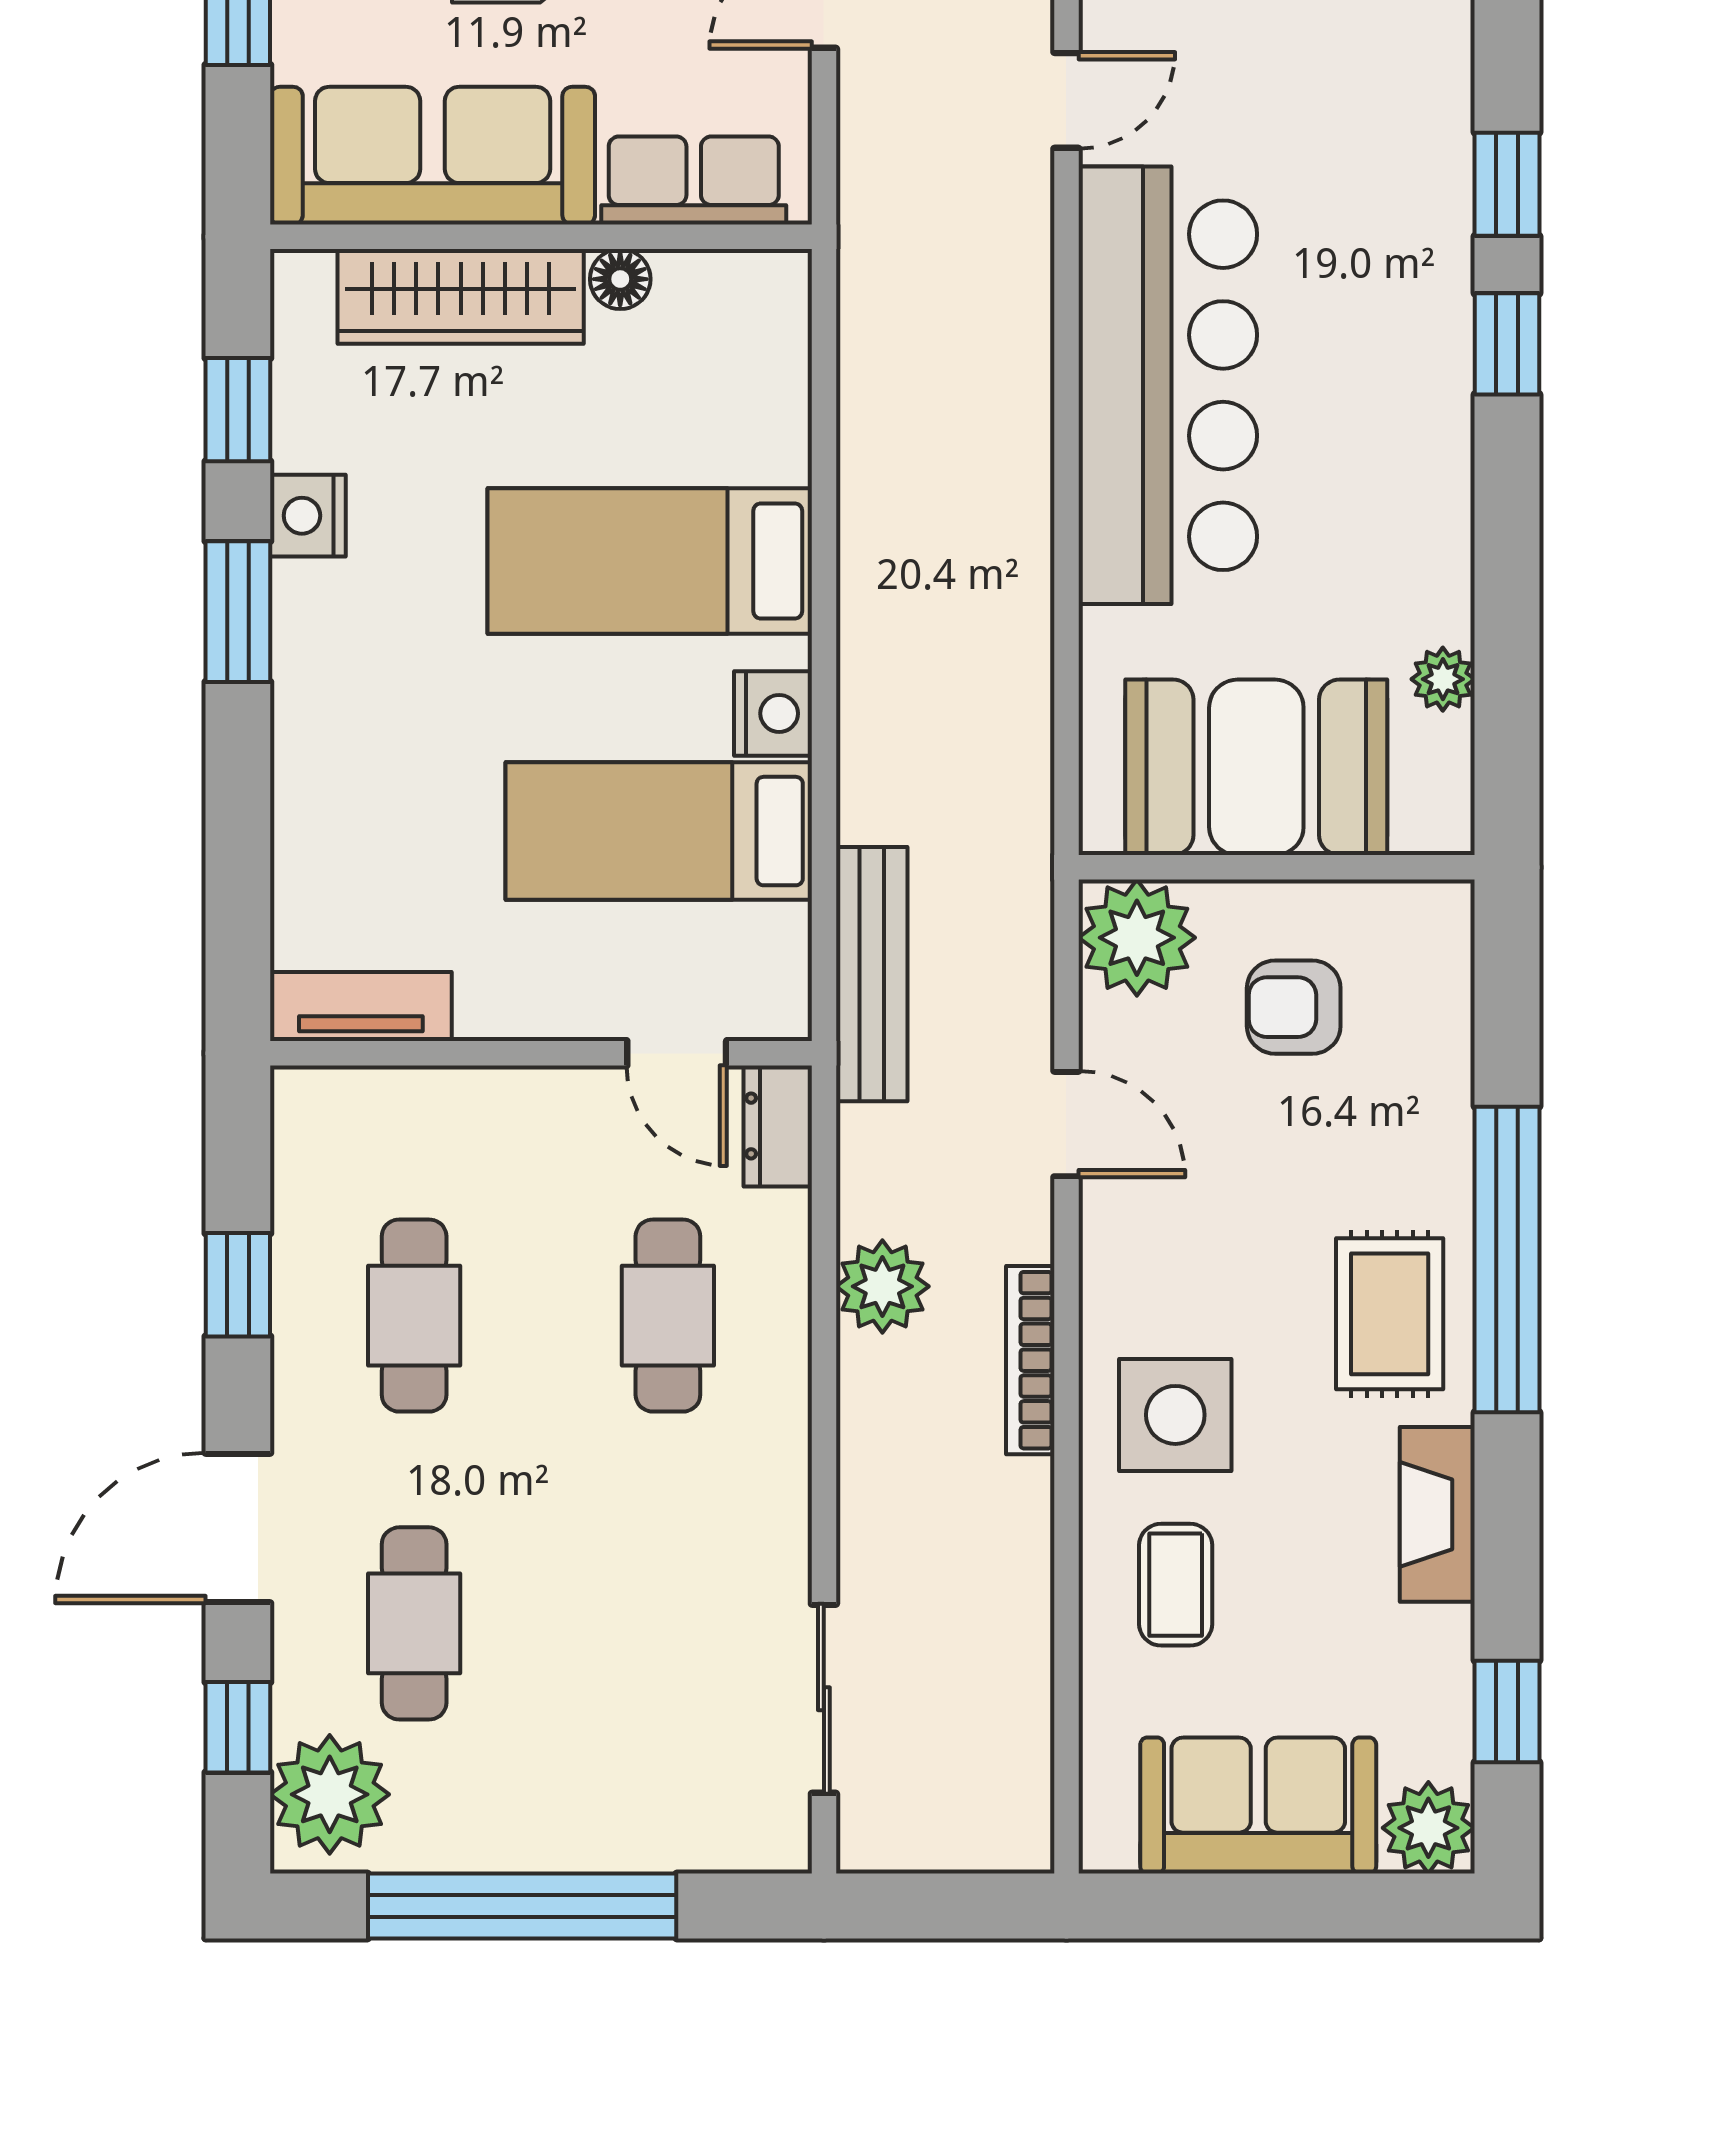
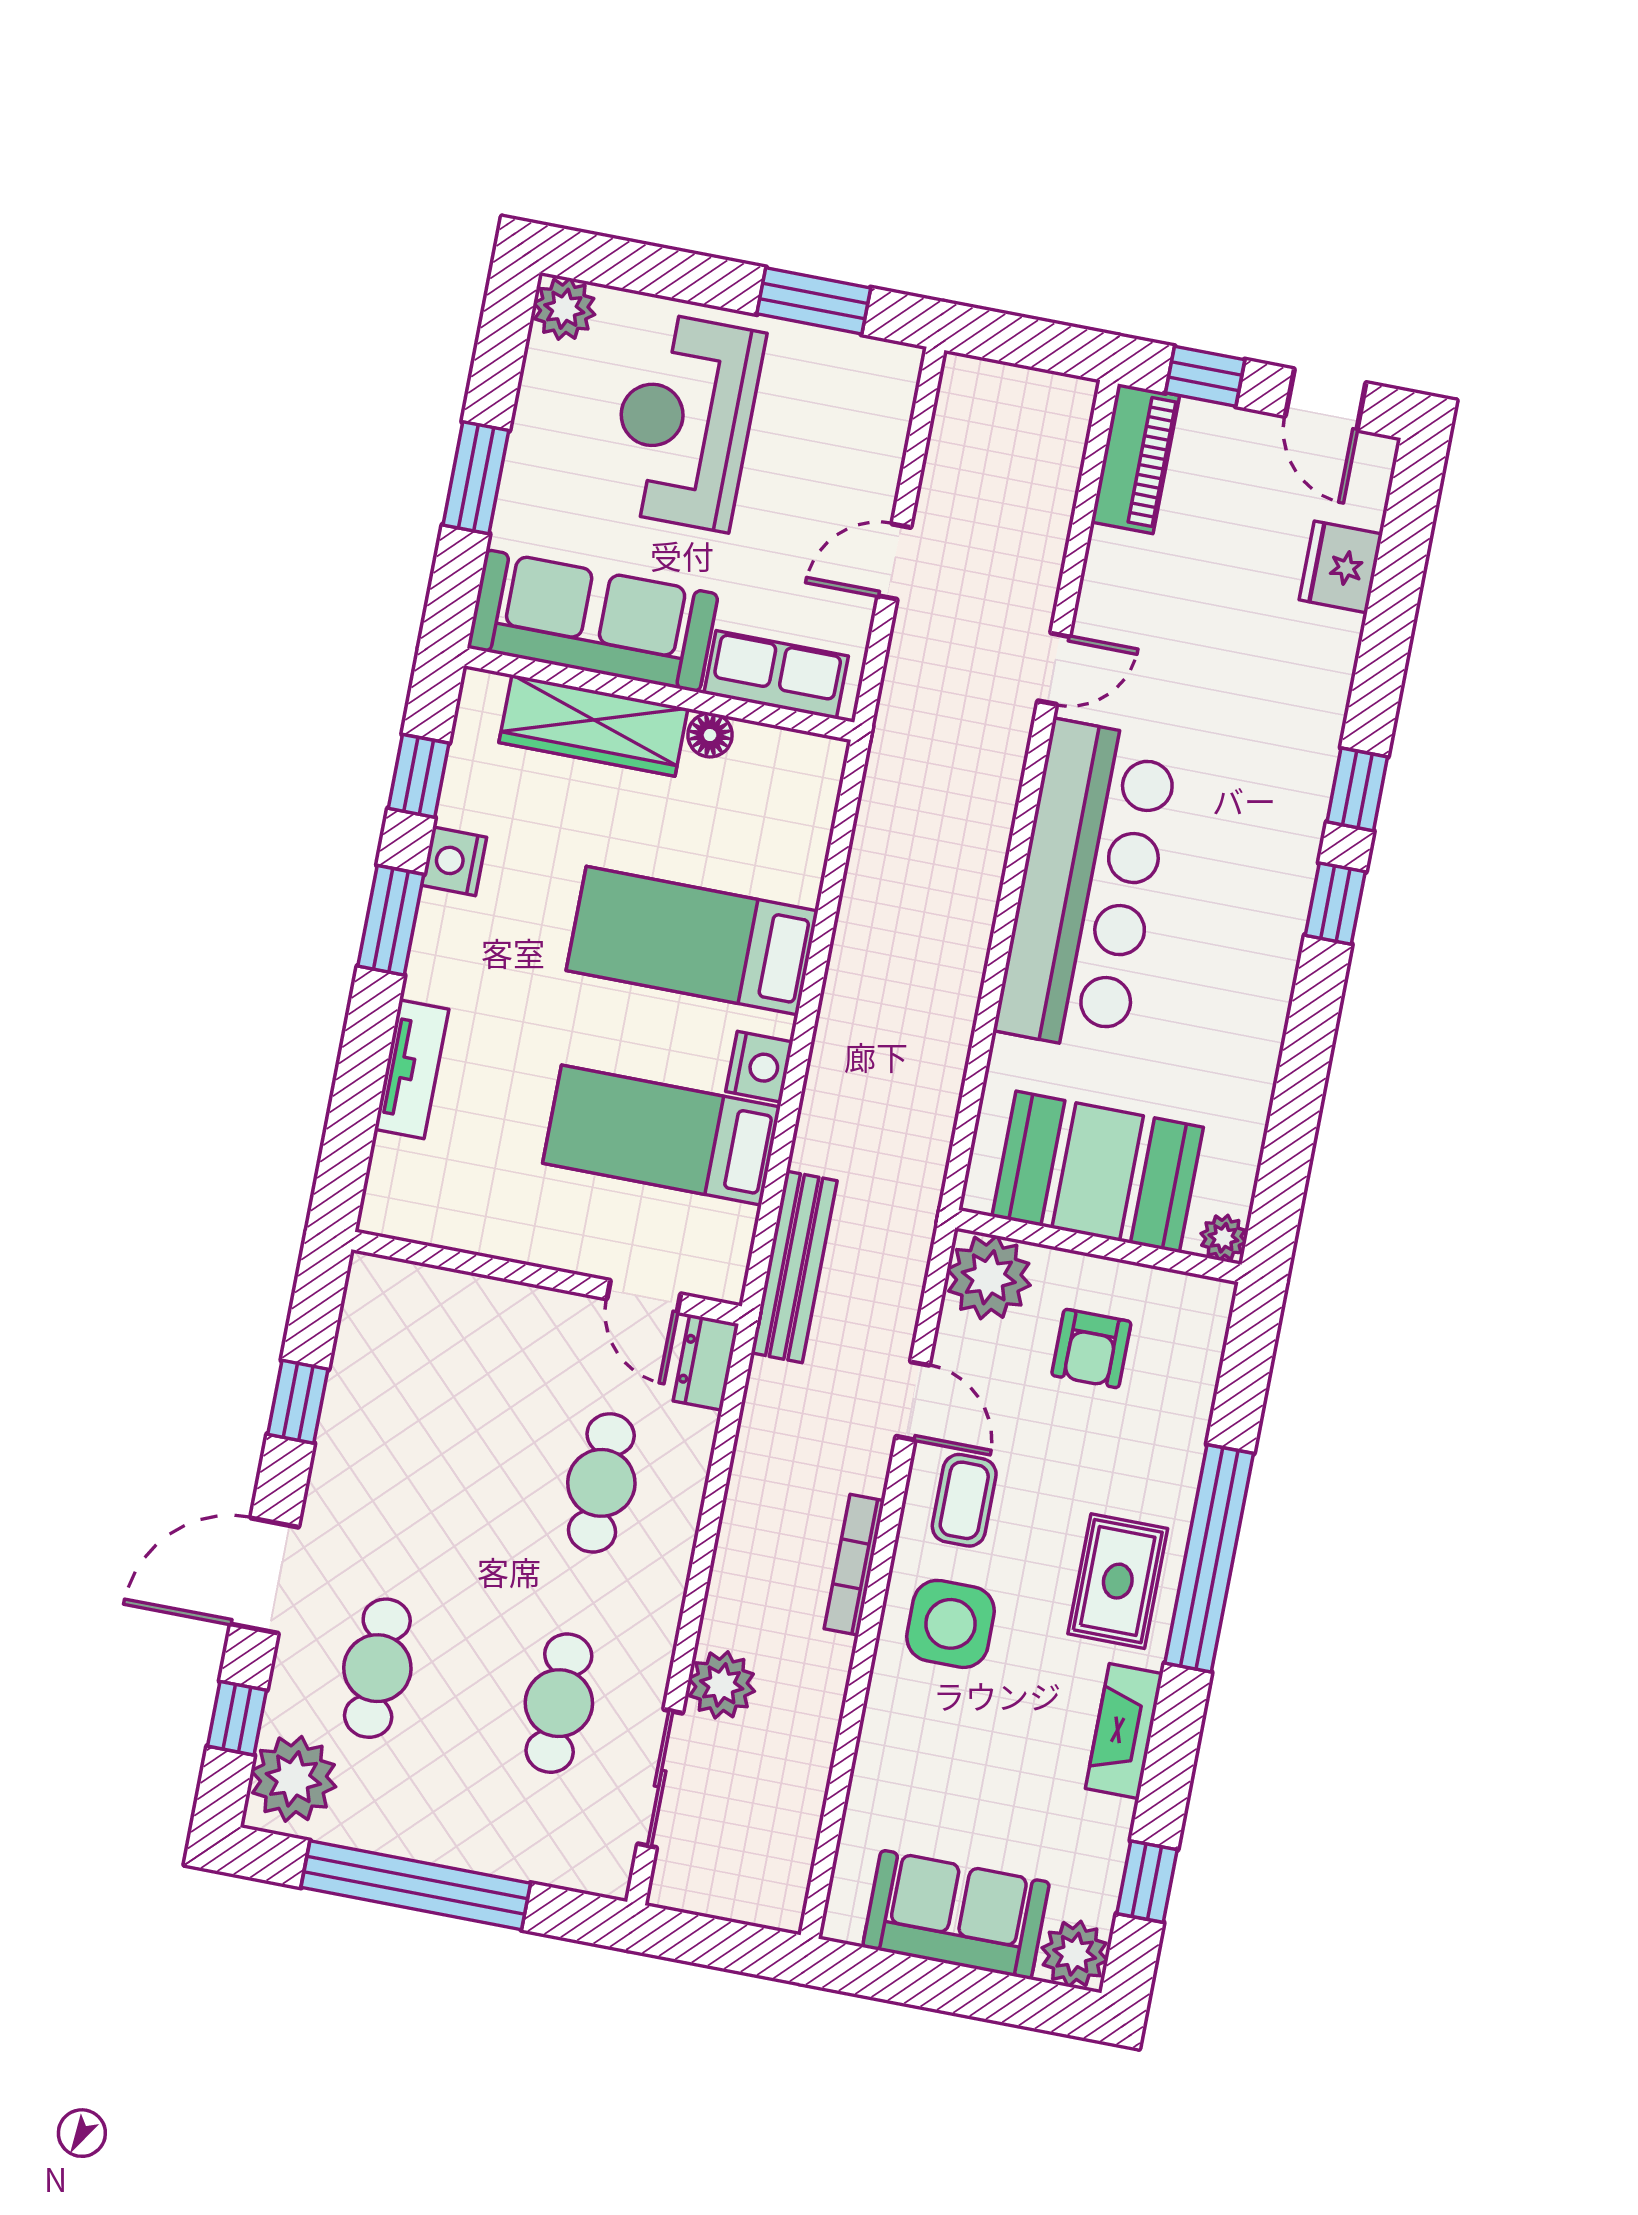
plant: (1443, 679) -> (1223, 1238), moved
tv unit: (361, 1006) -> (412, 1069), moved, turned 90
armchair: (1294, 1007) -> (1091, 1349), turned -90
plant: (882, 1286) -> (722, 1685), moved
cafe table: (414, 1316) -> (559, 1703), moved
coffee table: (1176, 1585) -> (964, 1500), moved

